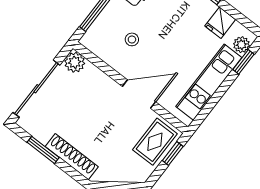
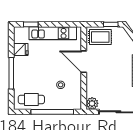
plant: (241, 45) -> (23, 32), removed
window: (173, 153) -> (111, 24), moved

